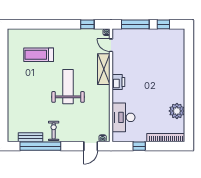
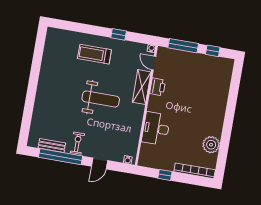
window: (87, 24) -> (119, 34), moved
treadmill: (39, 55) -> (94, 54), moved
printer: (118, 82) -> (158, 87), moved
weight bench: (68, 87) -> (101, 99), turned 90
desk: (124, 117) -> (156, 129), moved
door: (91, 146) -> (99, 163), moved

